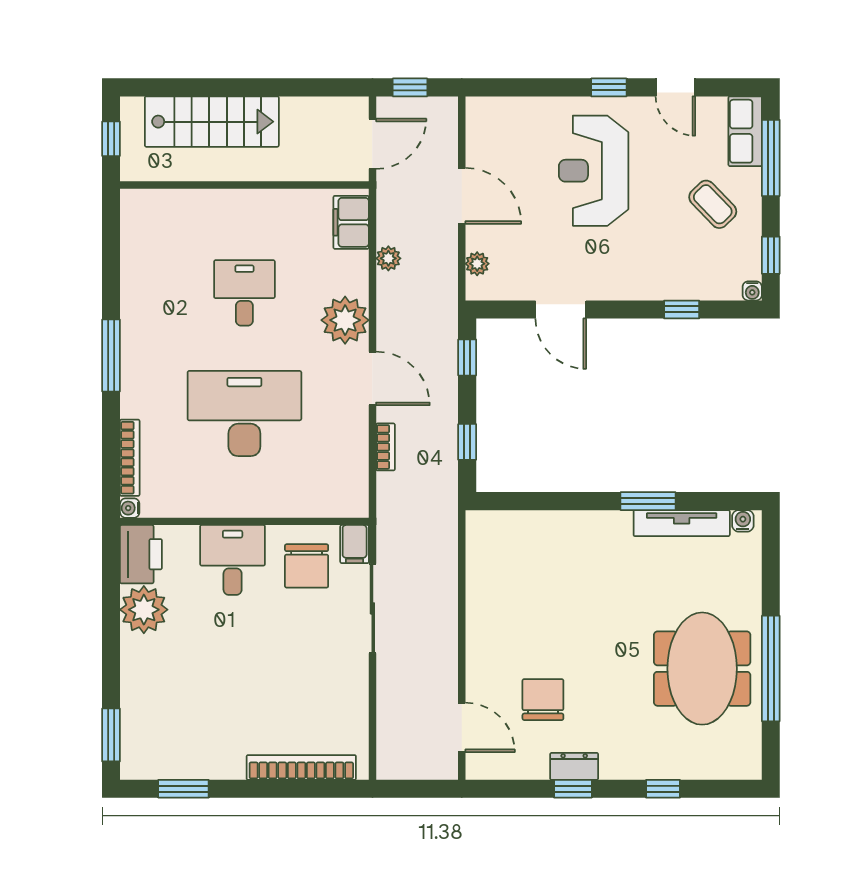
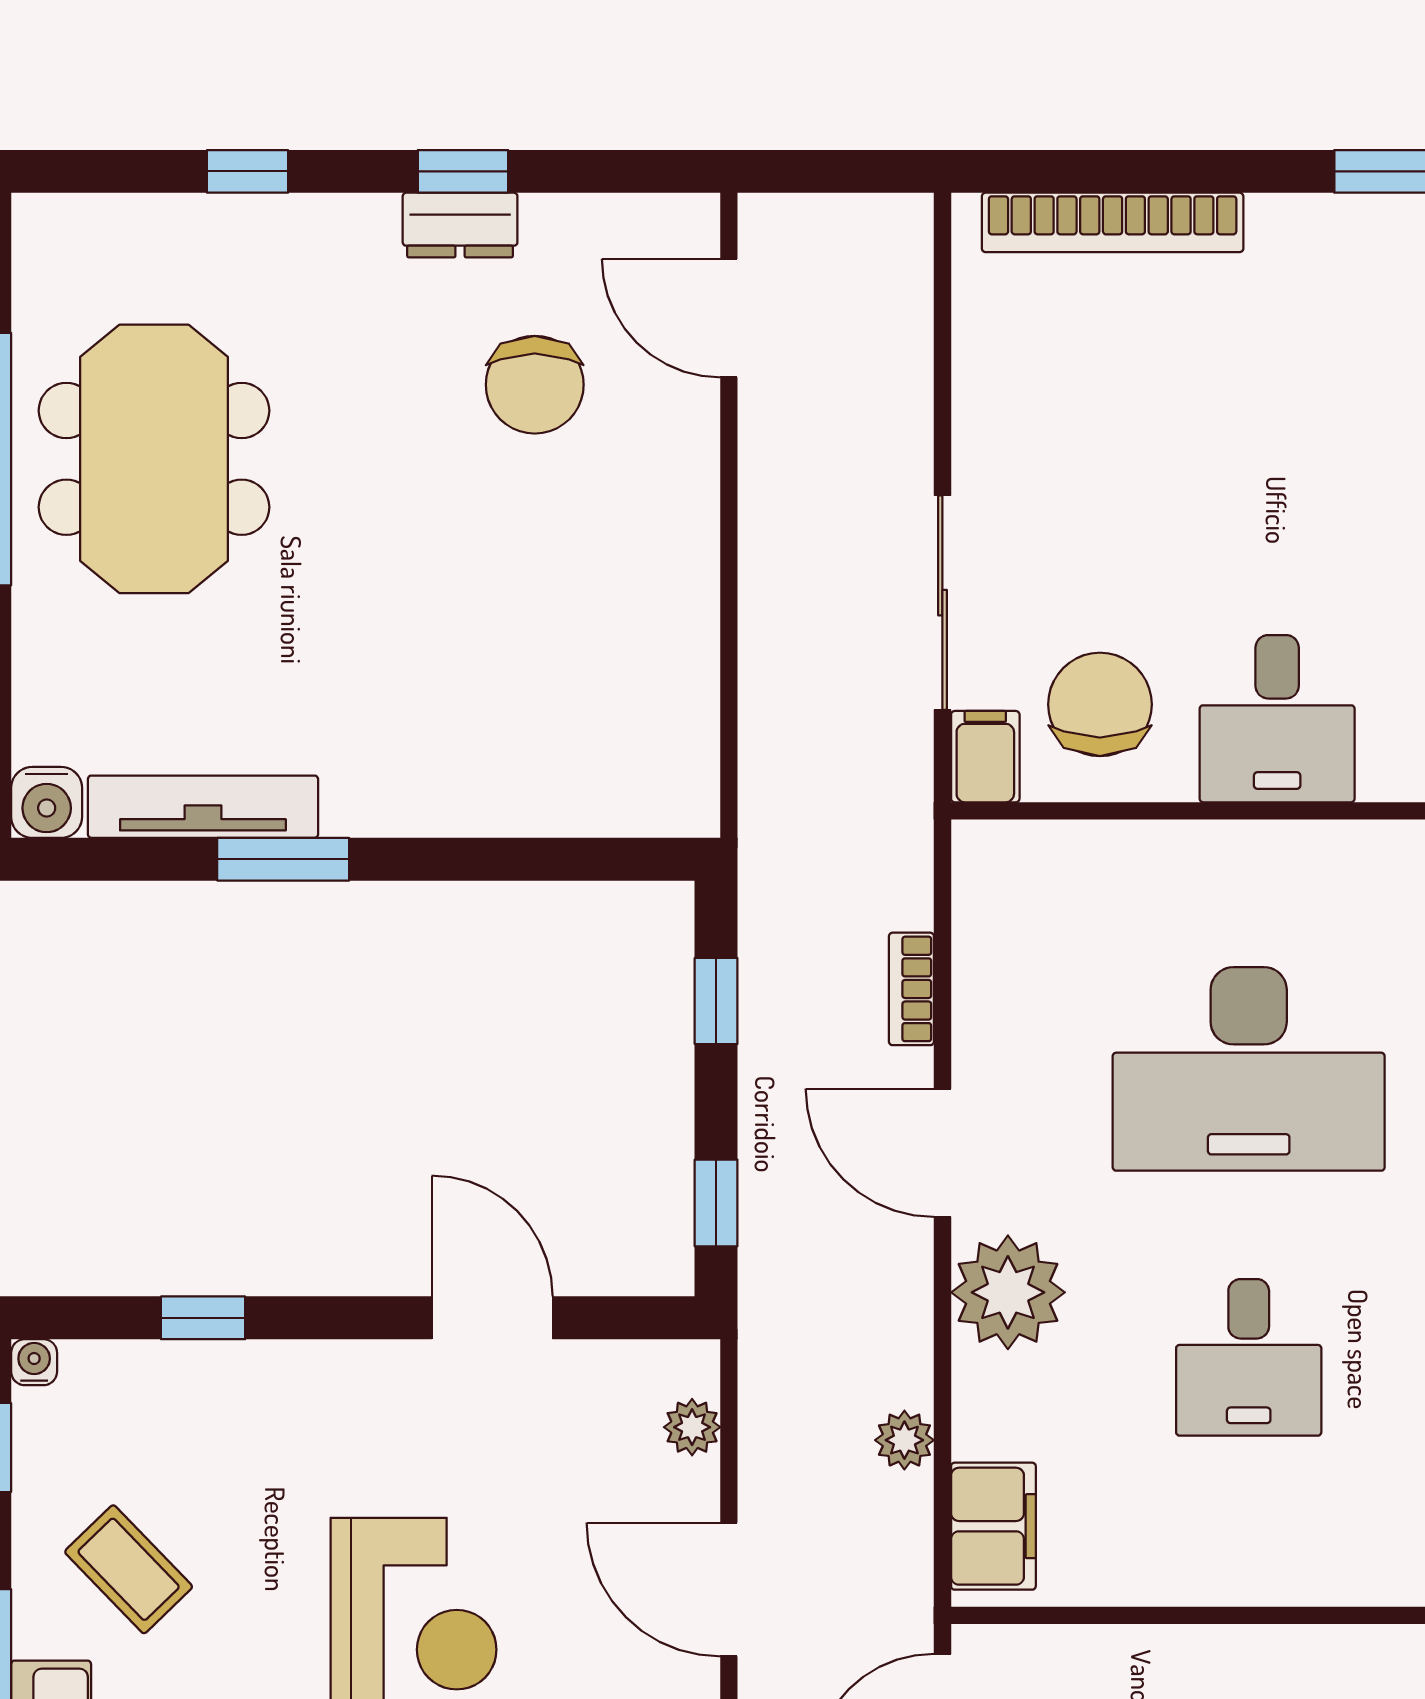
water cooler: (743, 521) -> (47, 802), width x1.38, depth x1.38

